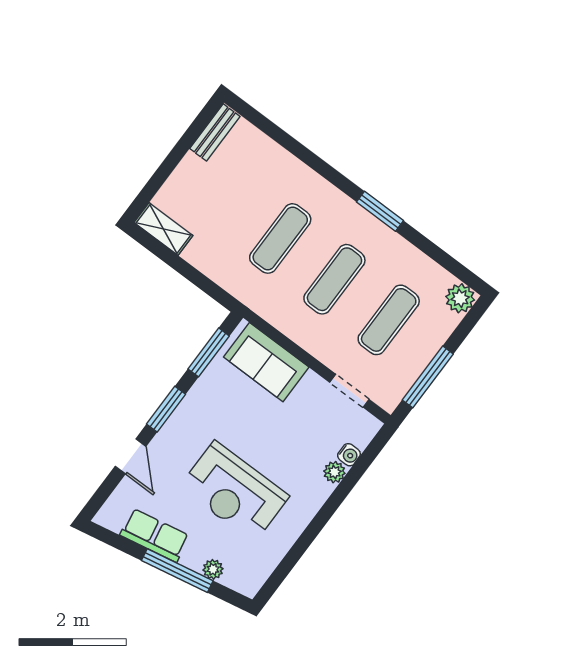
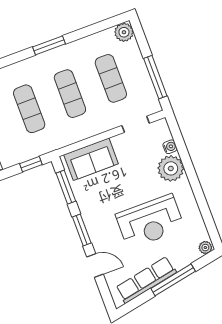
window: (209, 287) -> (31, 164), added
plant: (334, 472) -> (171, 168), width x1.88, depth x1.88
row of seats: (155, 535) -> (146, 280), width x1.48
plant: (213, 569) -> (205, 248), moved

